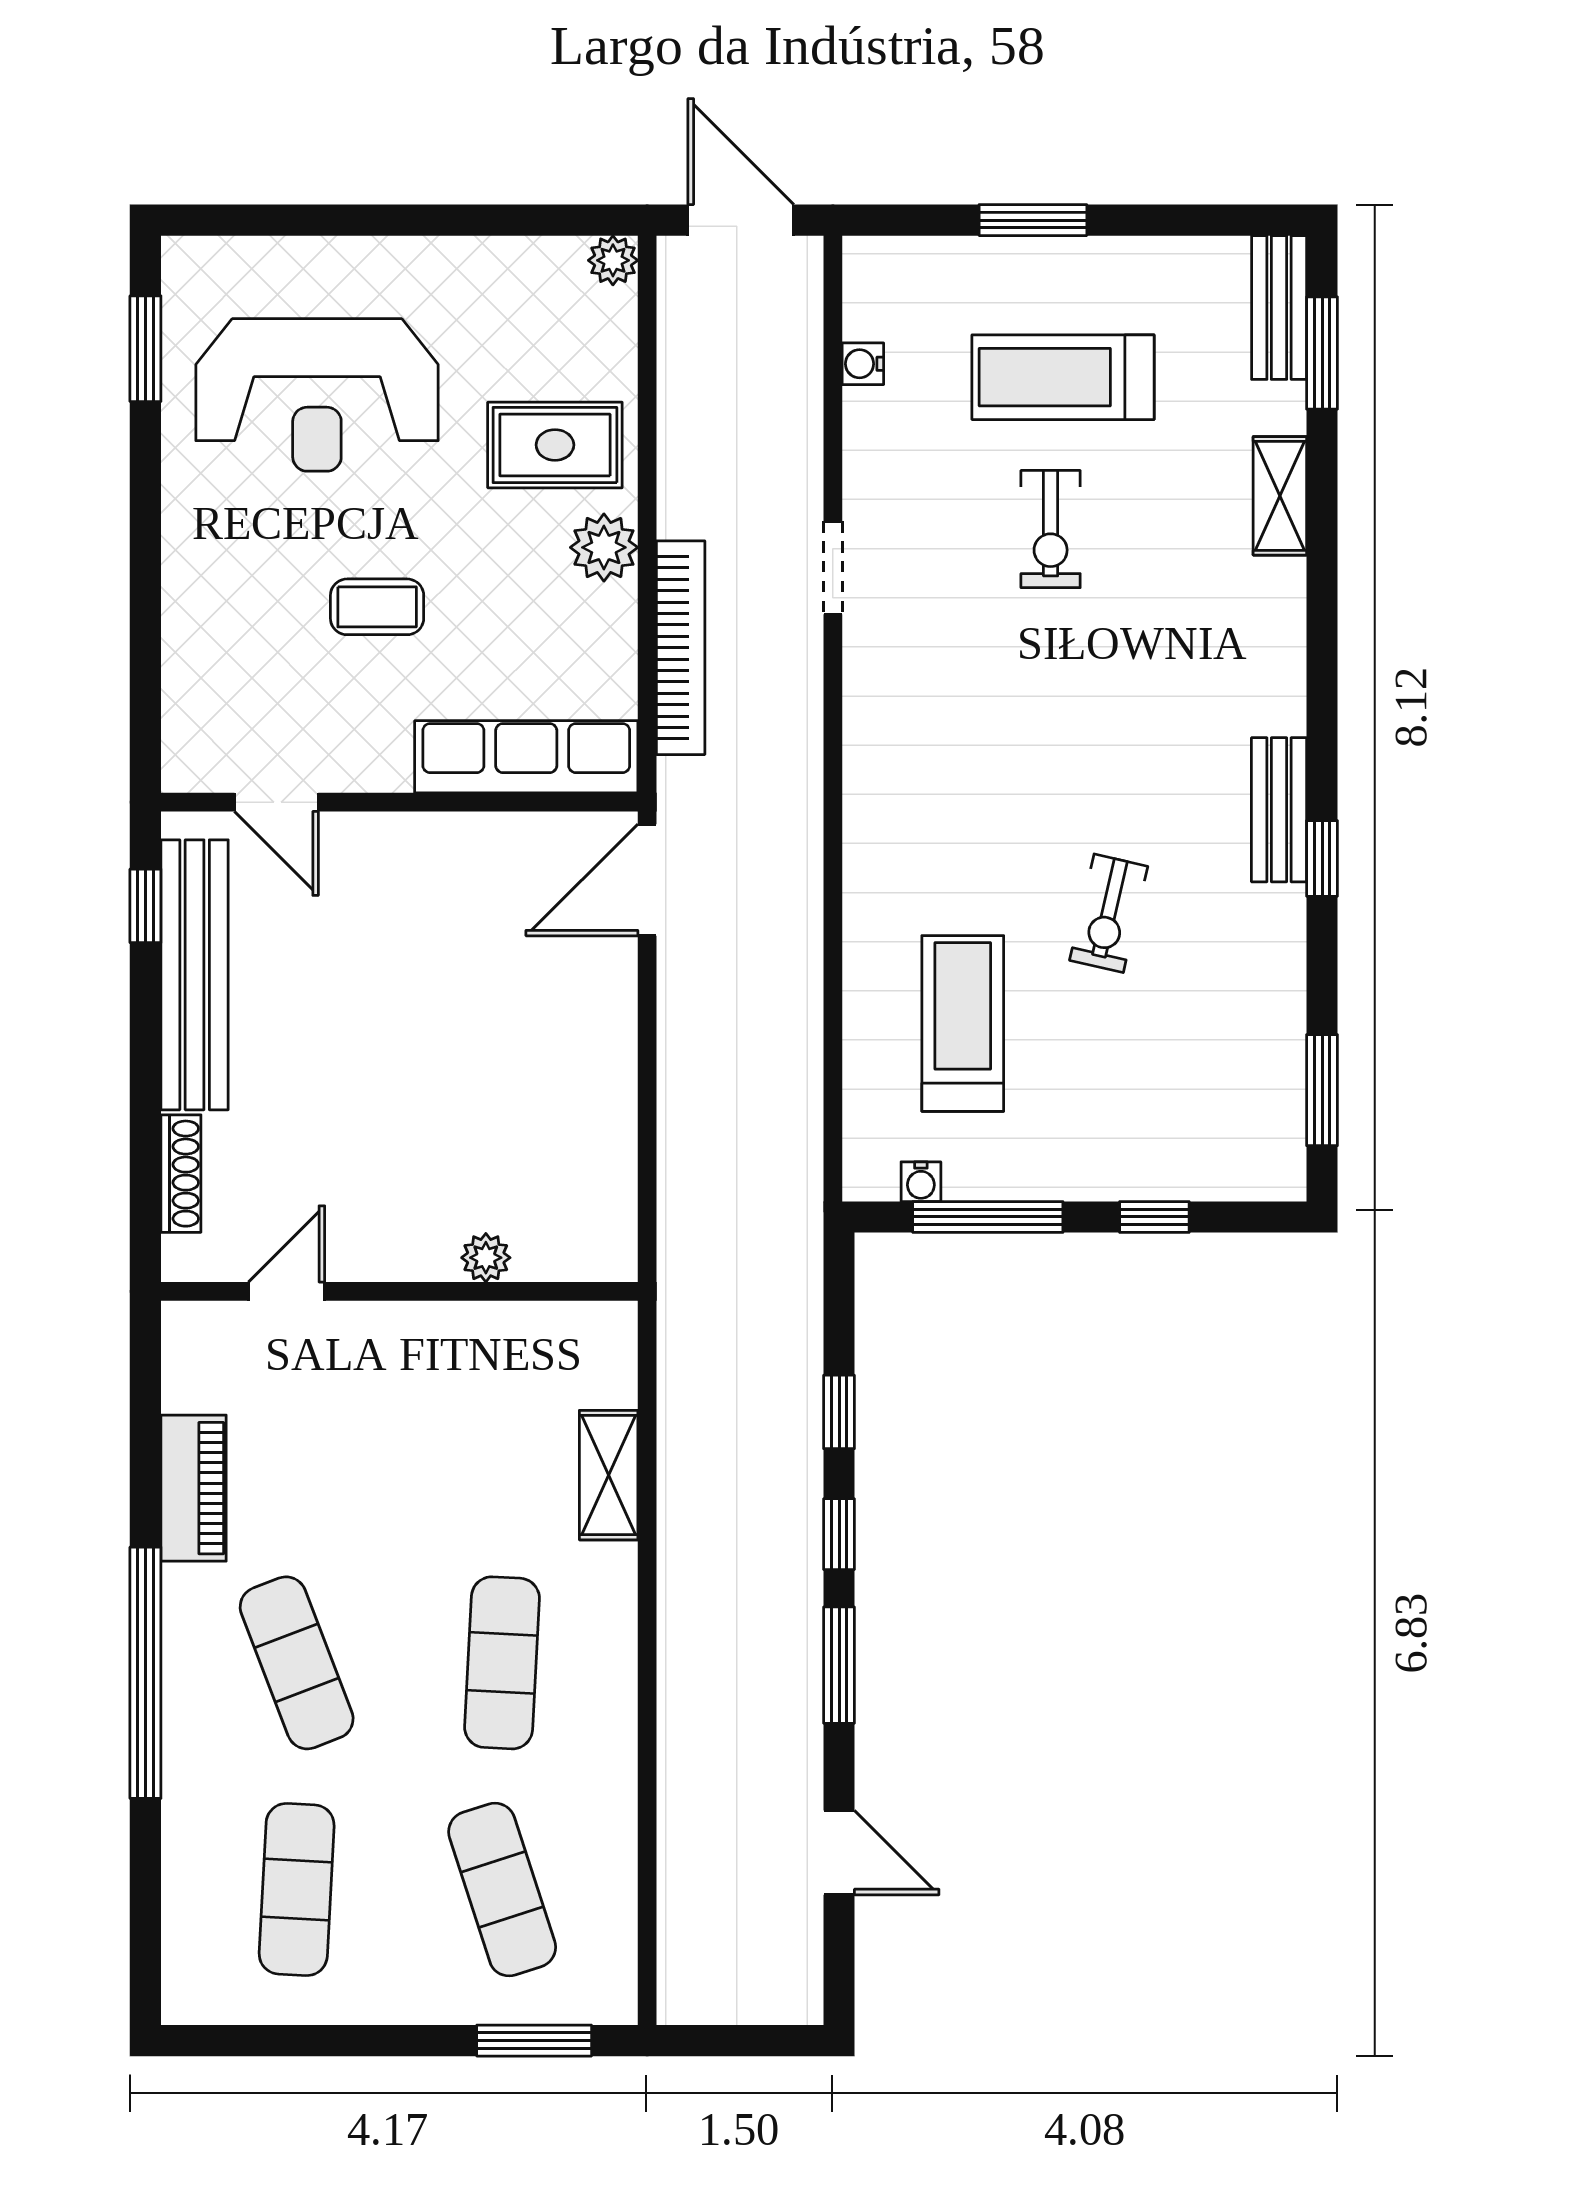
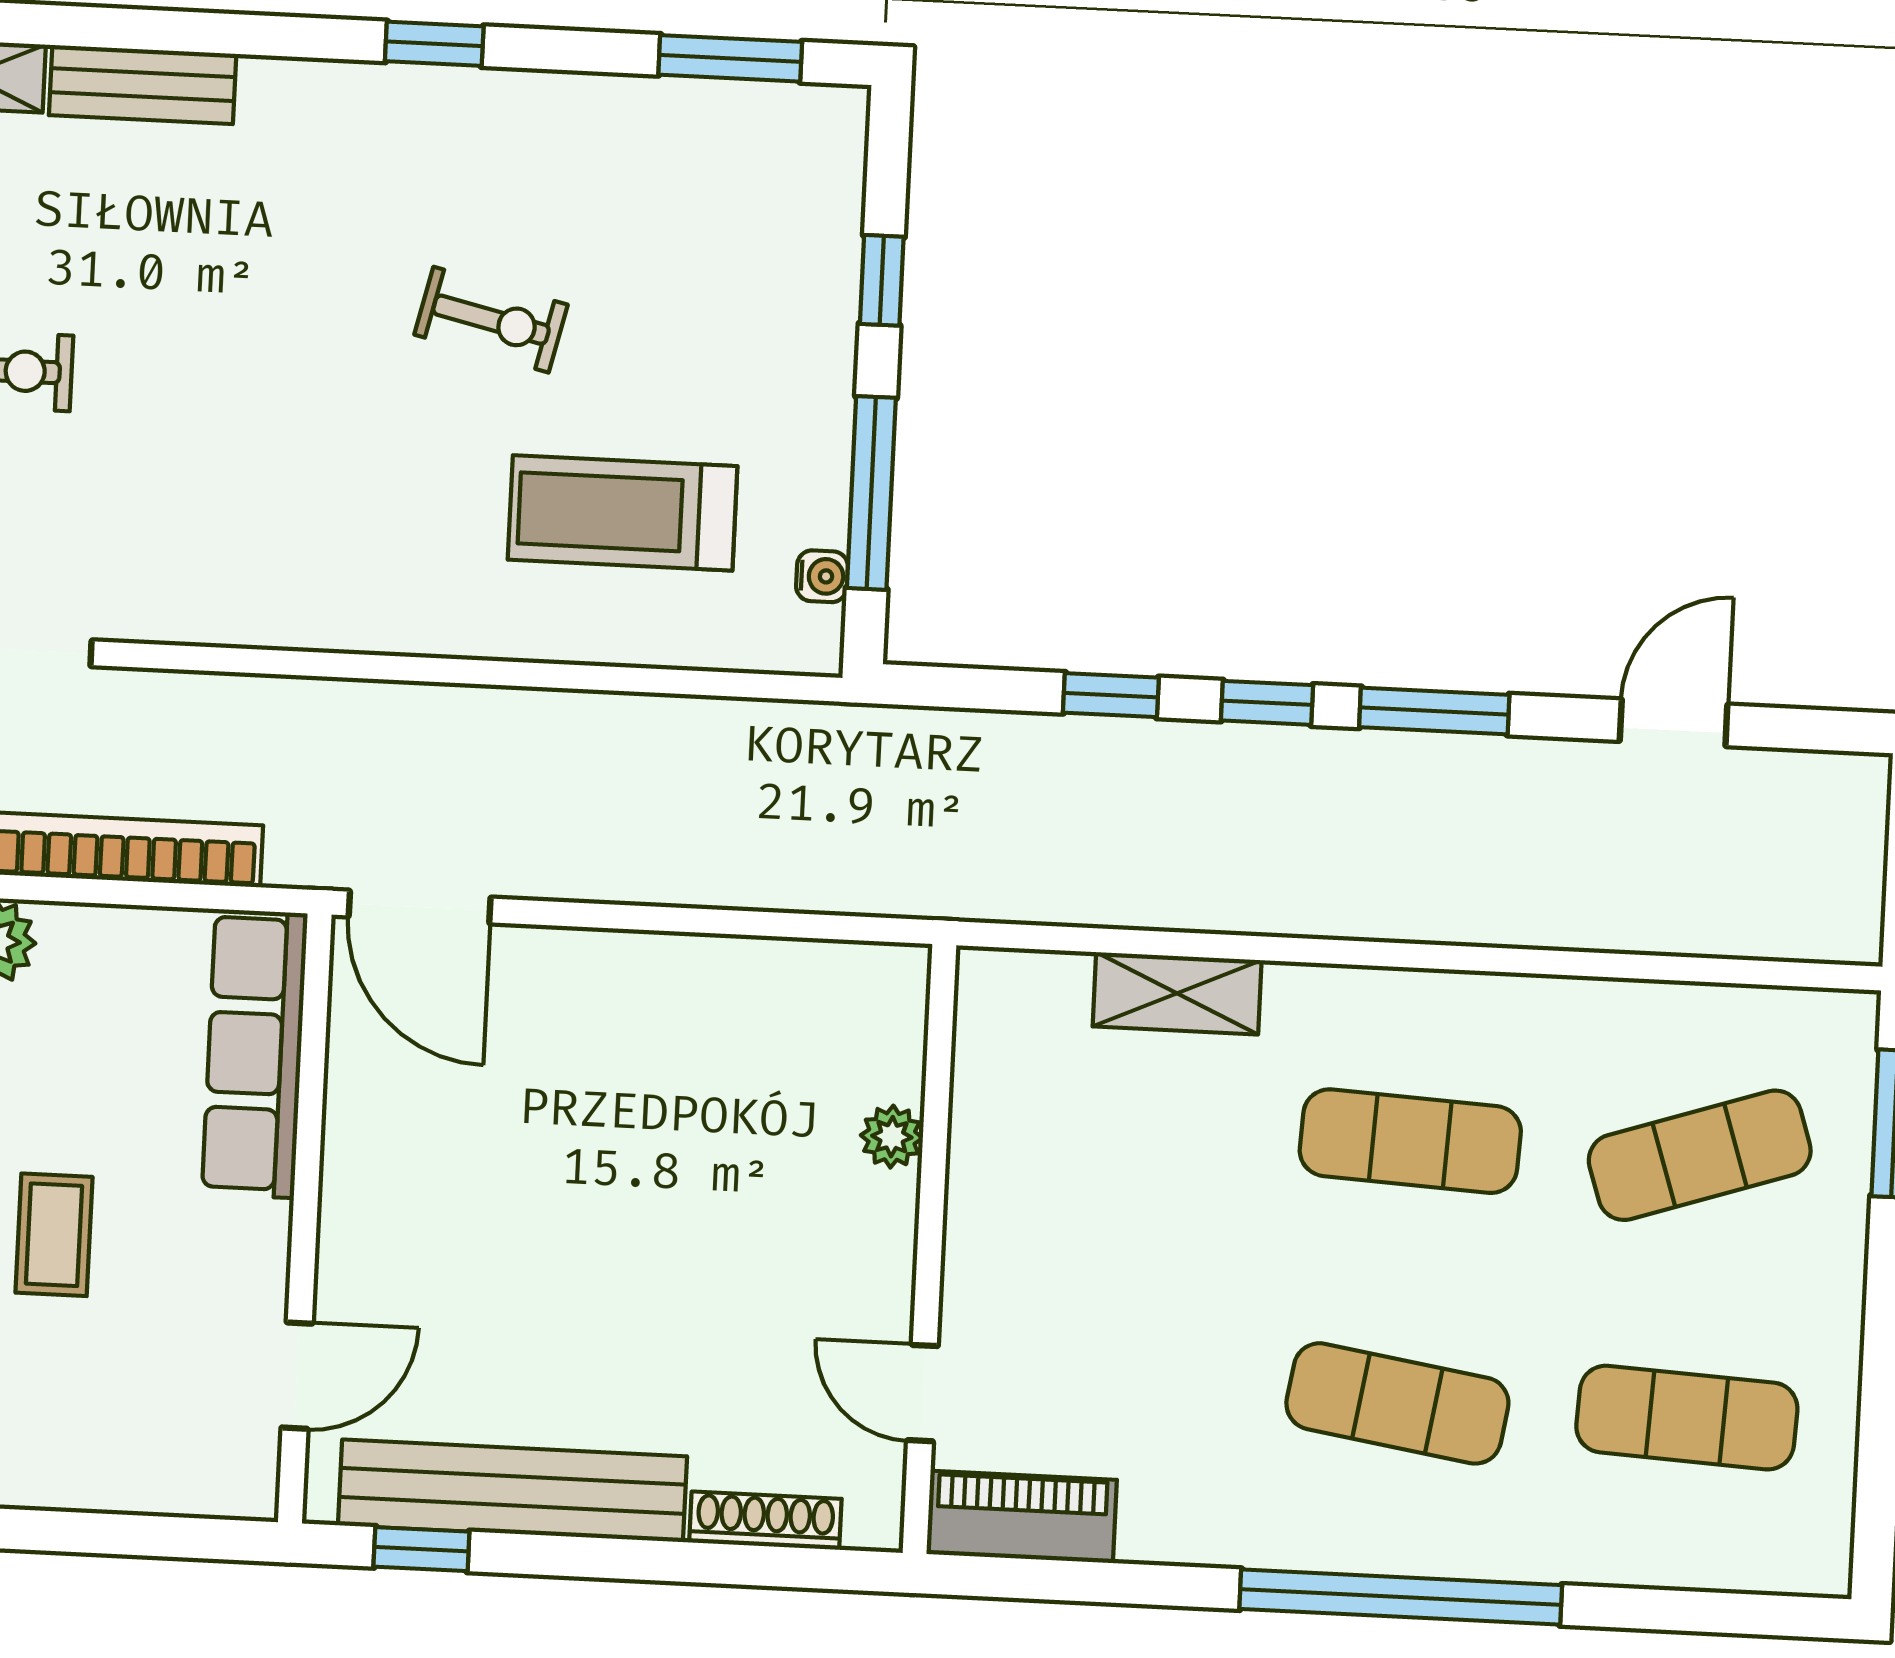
bench: (1279, 810) -> (143, 85), moved
piano: (194, 1488) -> (1022, 1517), moved
exercise mat: (297, 1663) -> (1397, 1403), turned 30

